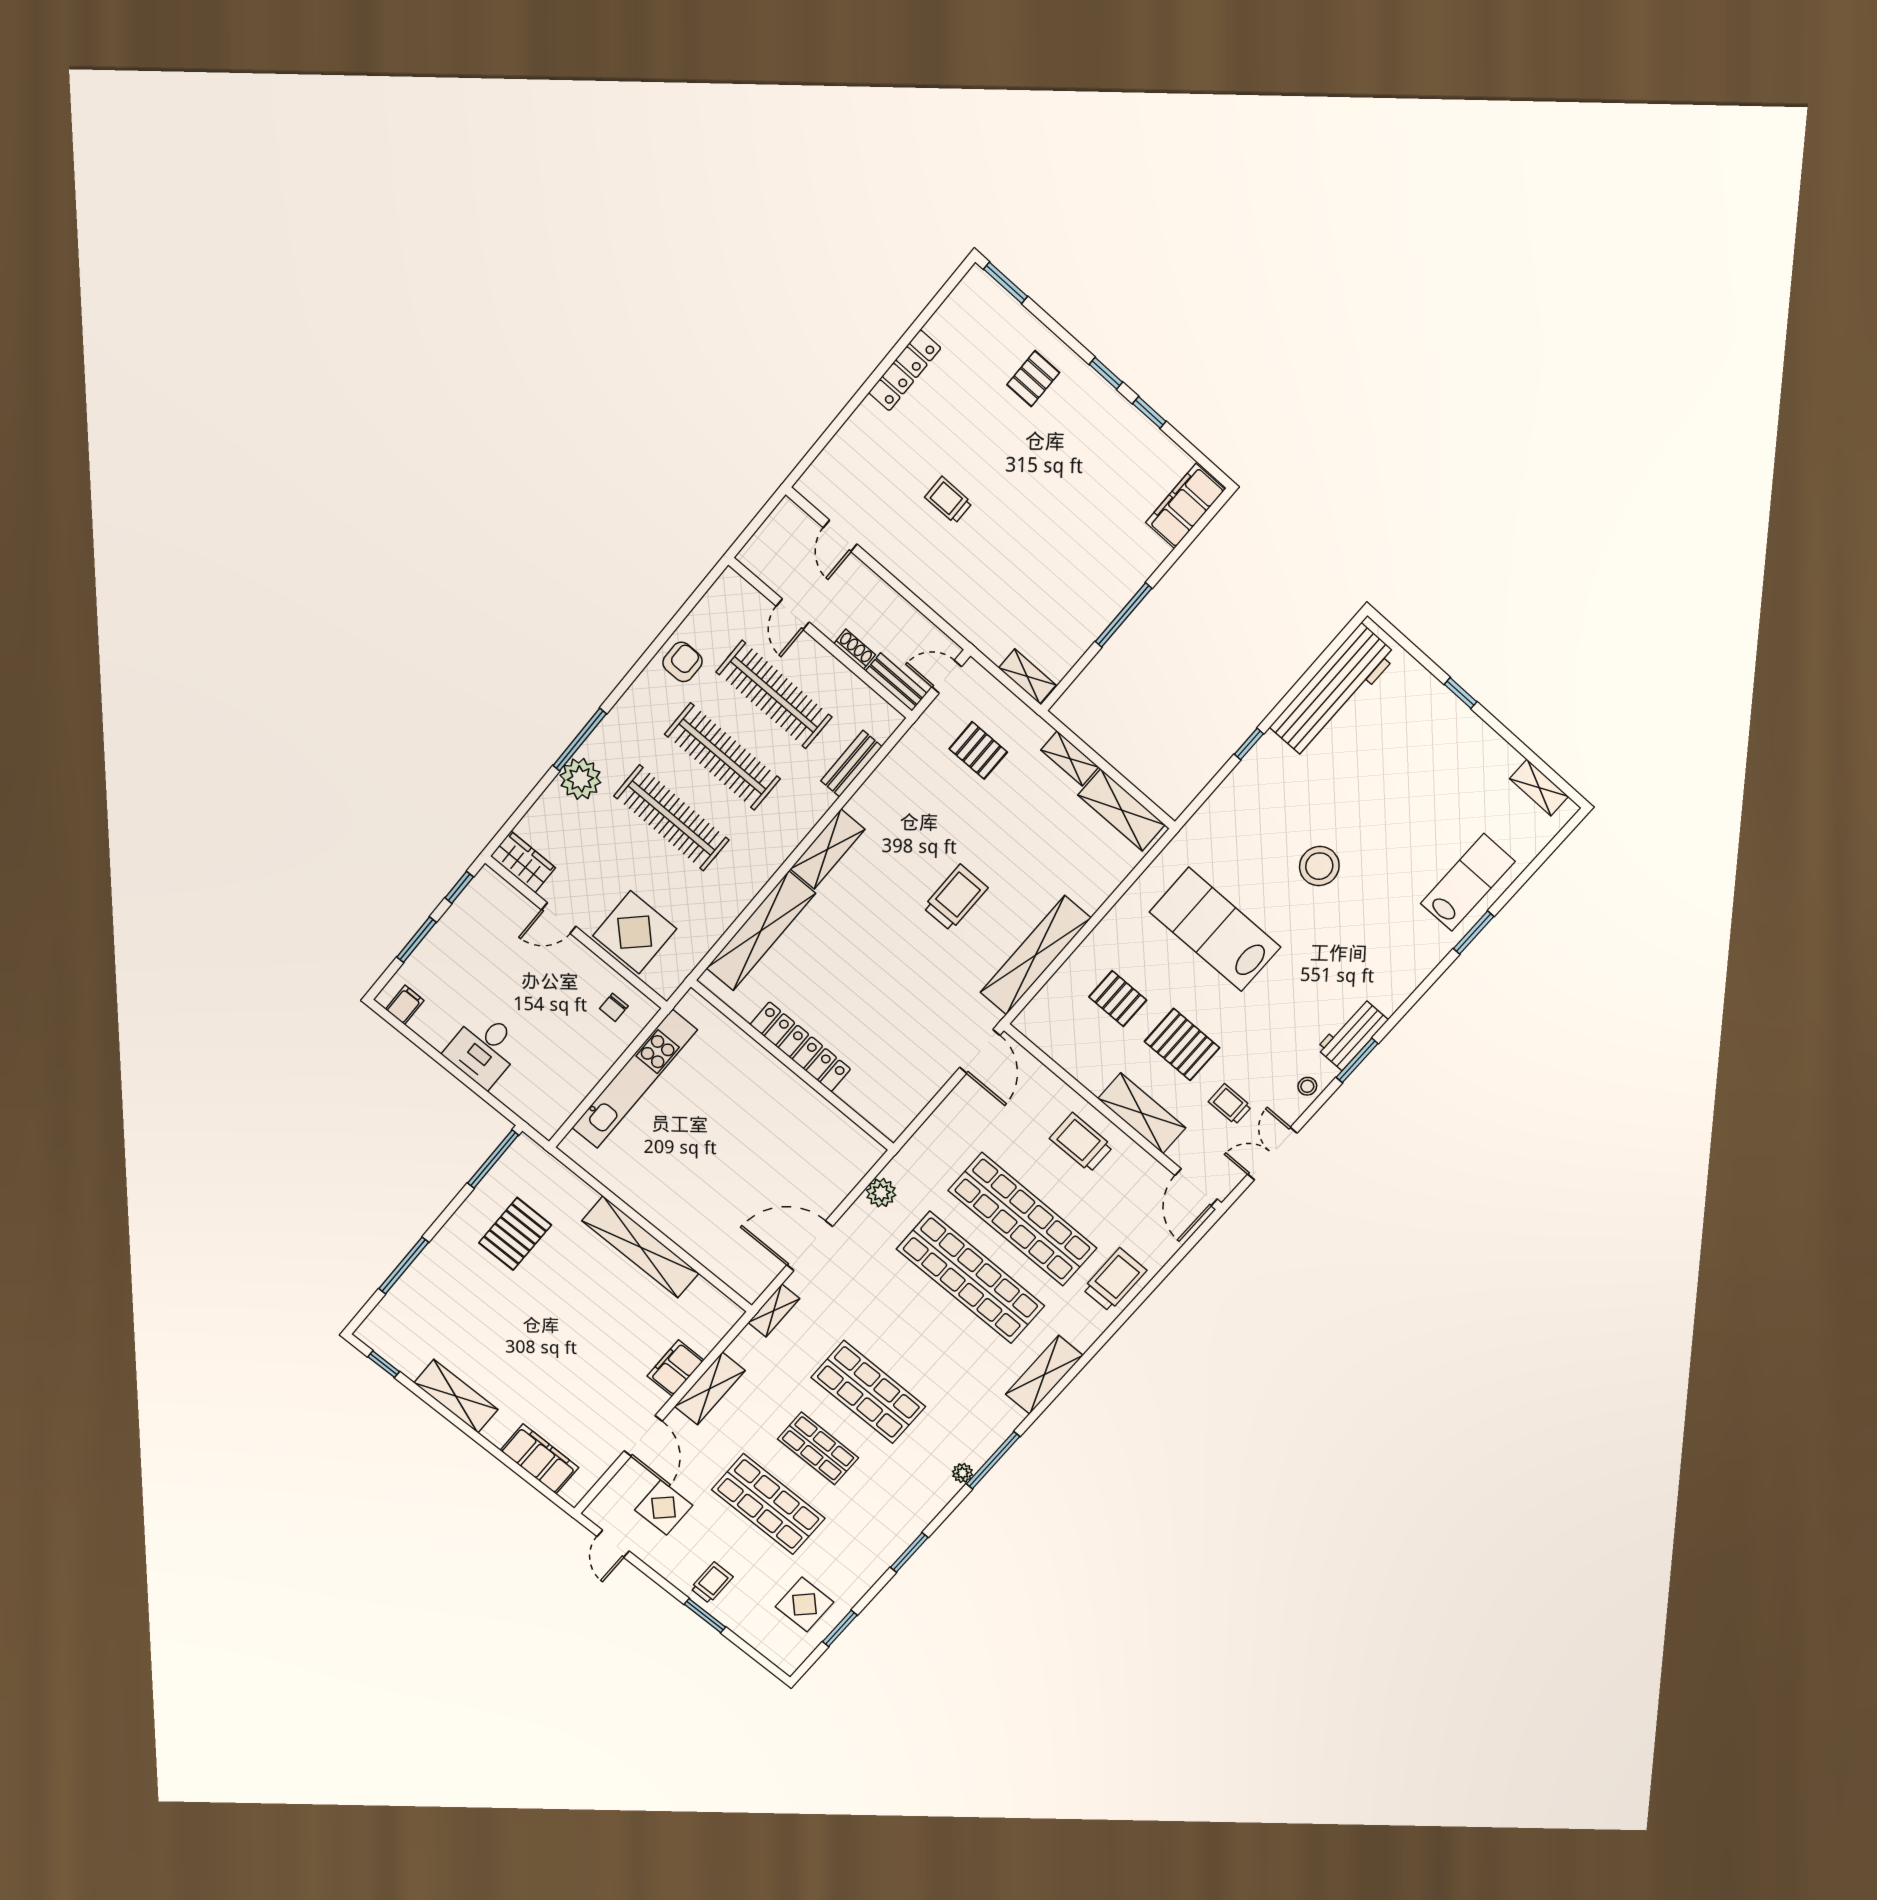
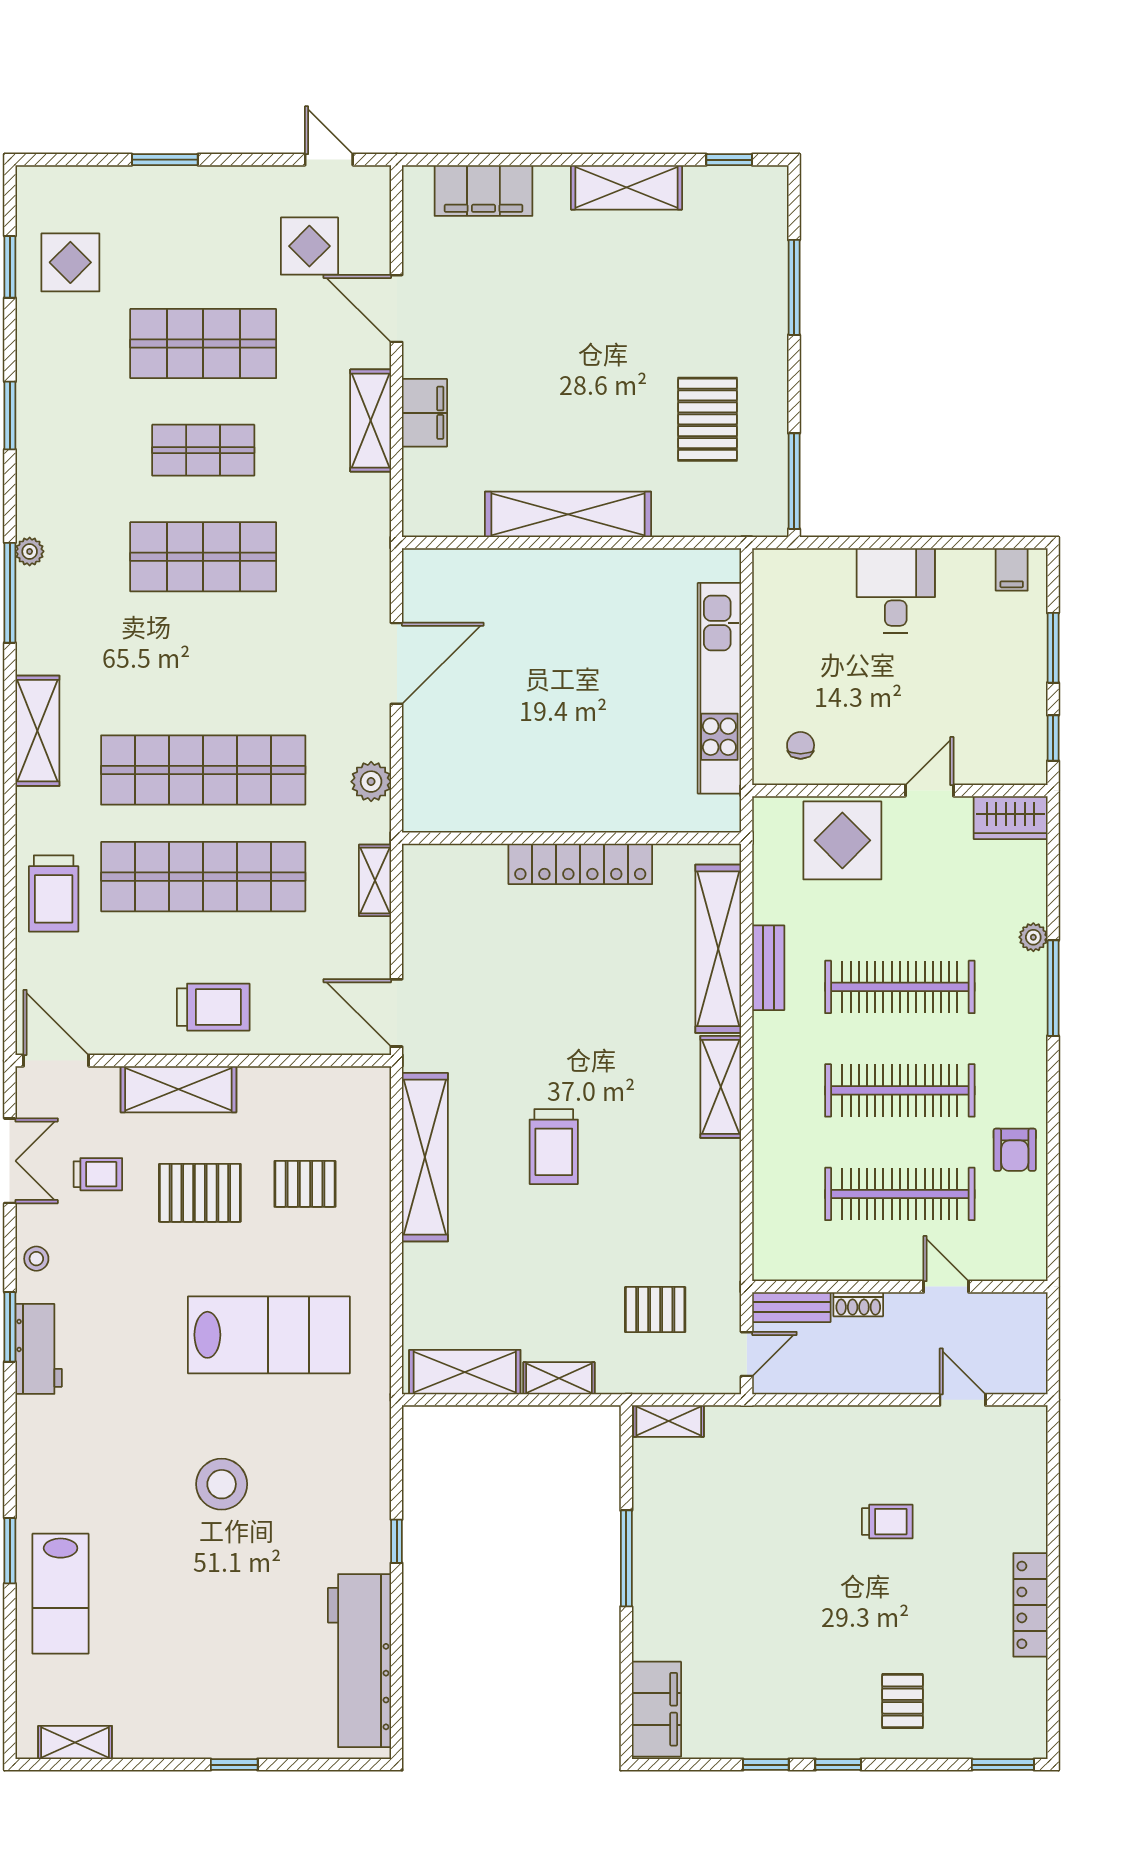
bench: (851, 764) -> (768, 968), moved
plant: (580, 779) -> (1033, 937), width x0.53, depth x0.53
shelving: (774, 1310) -> (375, 880), moved
trolley: (712, 1583) -> (189, 204), removed

